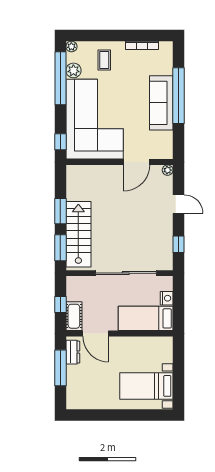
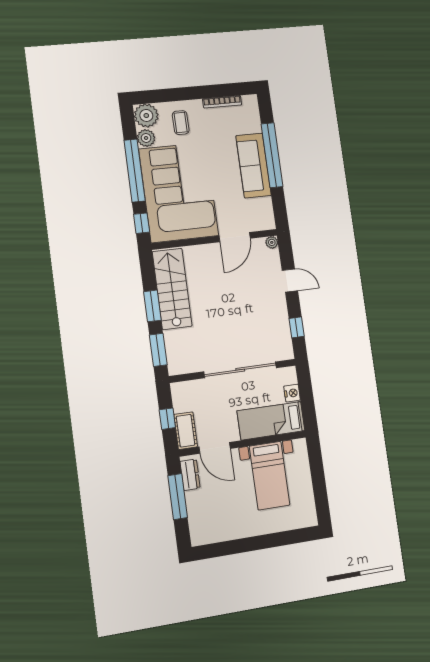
plant: (71, 47) -> (146, 115), width x1.88, depth x1.88
window: (60, 78) -> (135, 171), moved
stairs: (78, 234) -> (172, 289), moved
bed with nightstands: (146, 386) -> (270, 476), moved, turned -90

